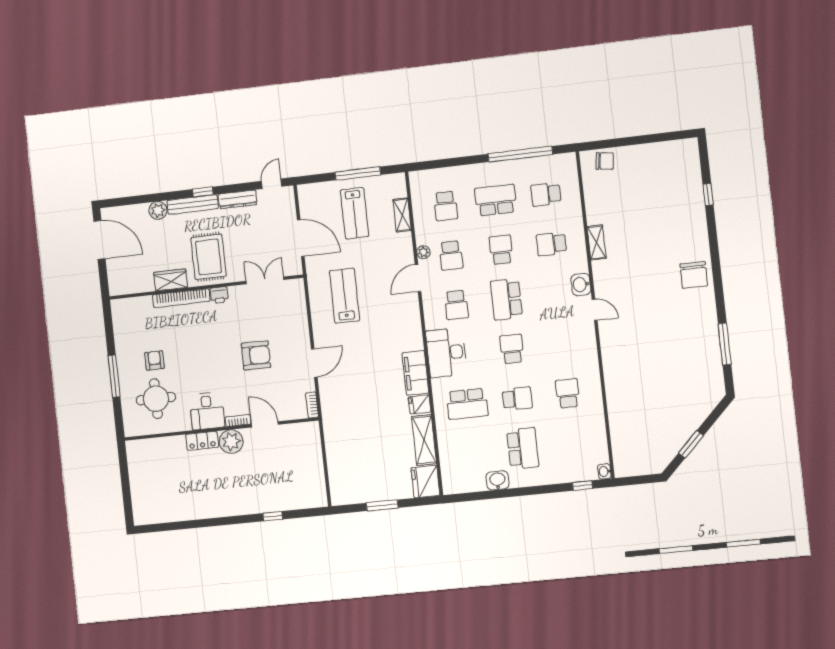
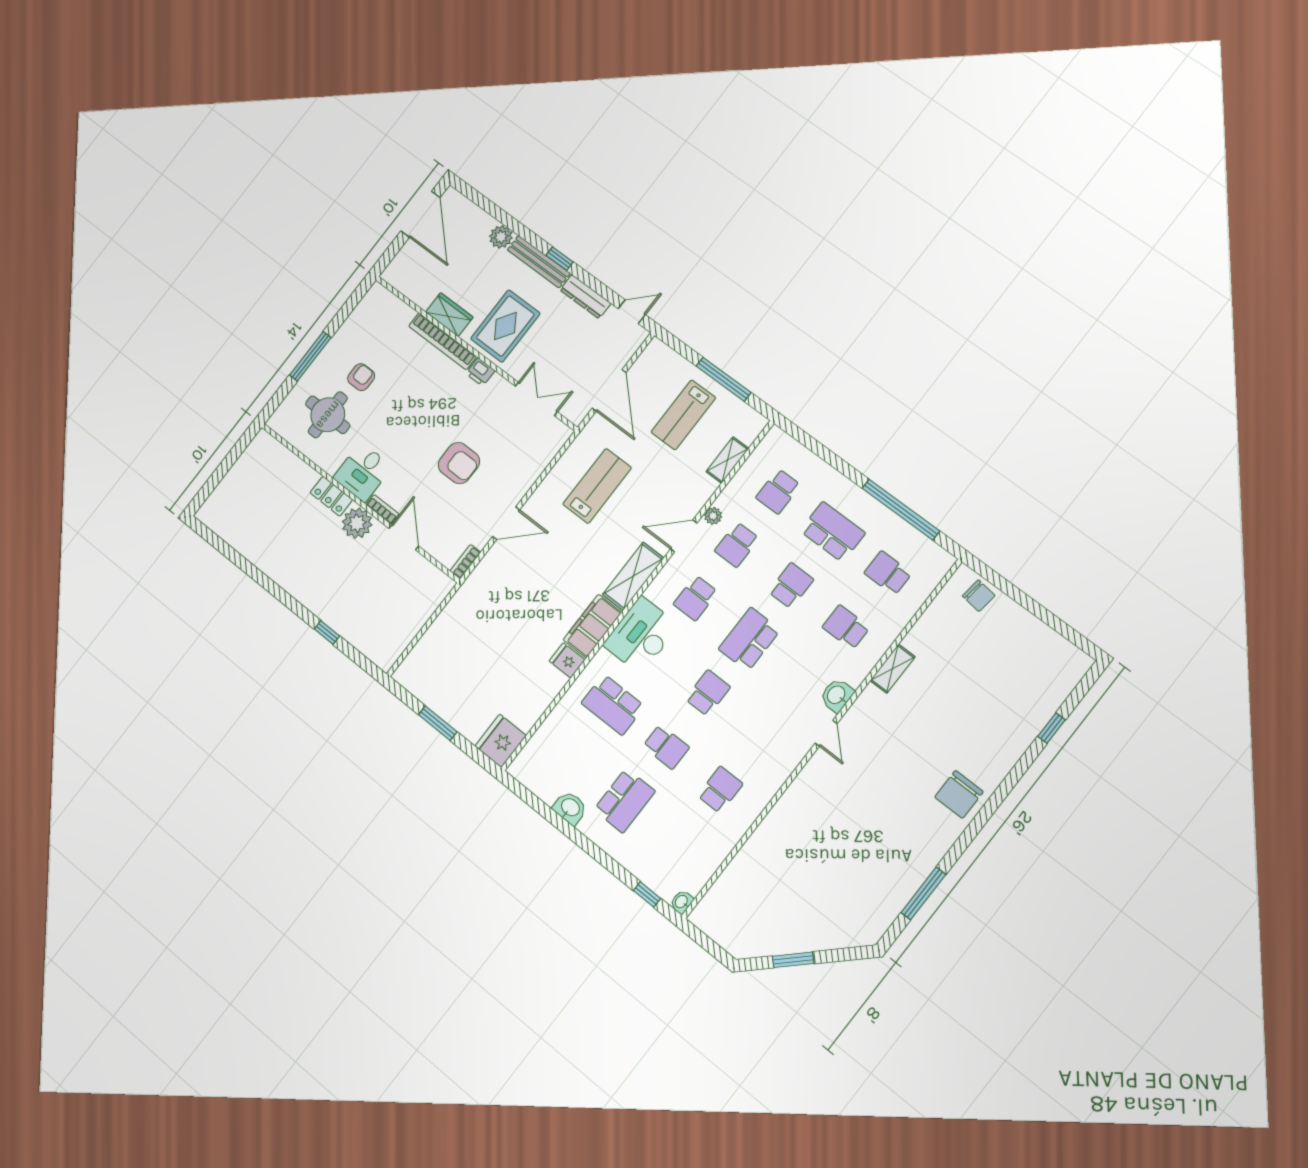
shelving: (424, 440) -> (633, 576), moved

